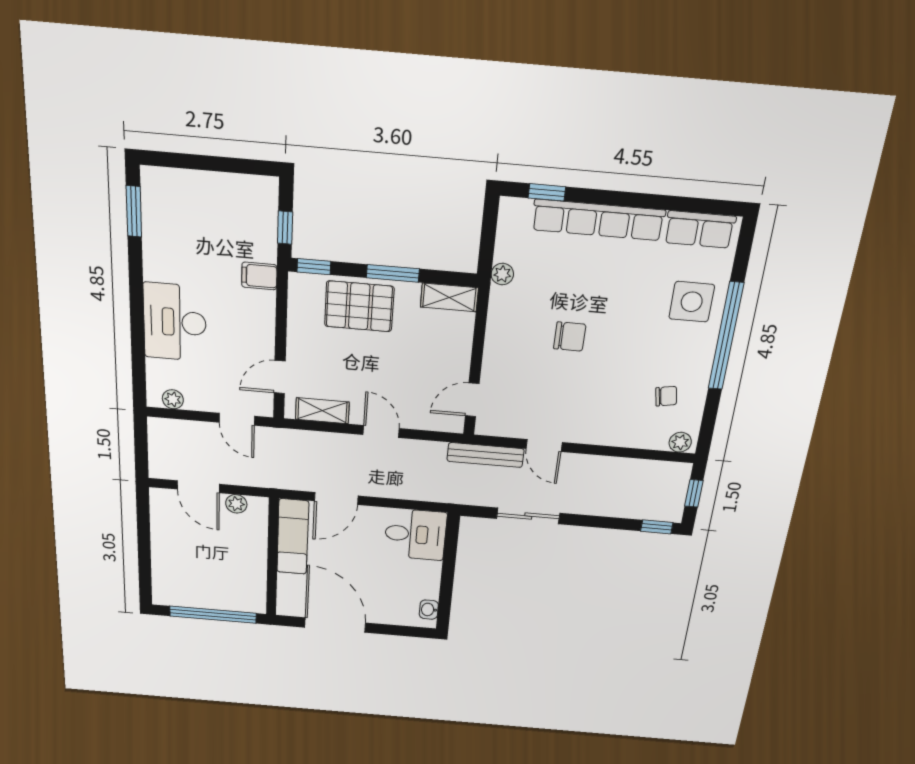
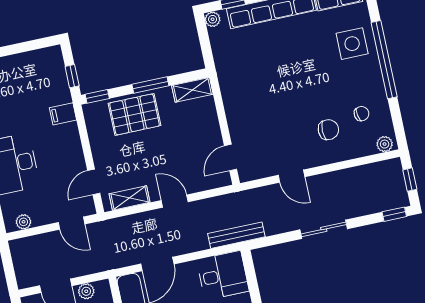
plant: (502, 274) -> (213, 19), moved
chair: (570, 337) -> (328, 130), moved
bench: (485, 455) -> (236, 235), moved
sliding door: (528, 516) -> (324, 229), moved

